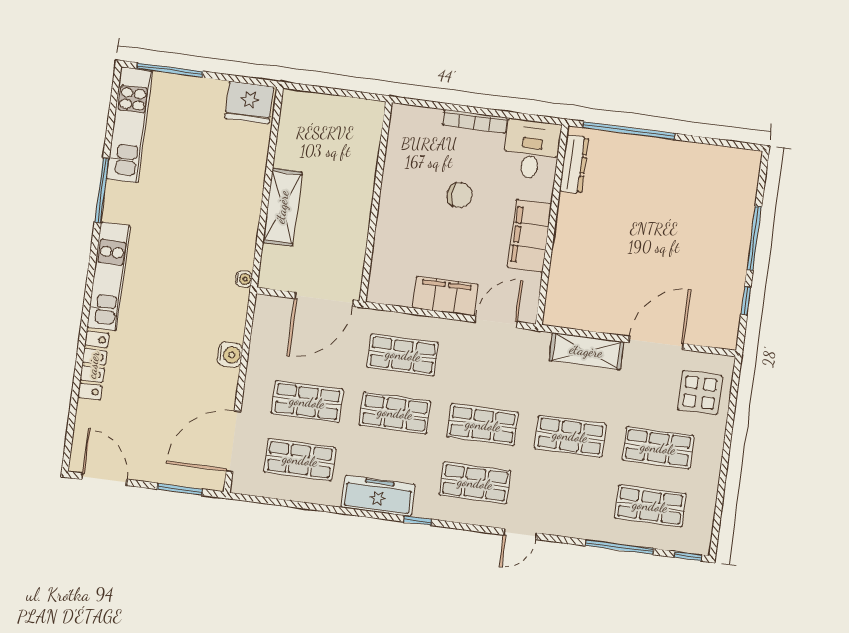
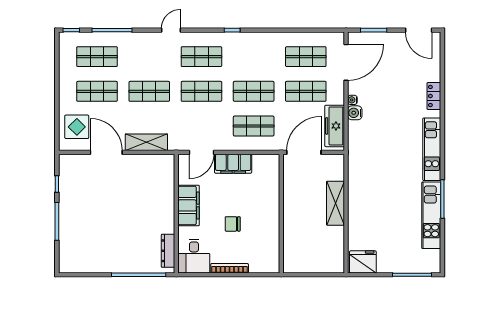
kitchen unit: (130, 125) -> (431, 215), moved
water cooler: (244, 279) -> (352, 100), moved
door: (656, 343) -> (106, 152), swing flipped
locker: (93, 365) -> (434, 96), width x0.66
freezer: (378, 496) -> (335, 126), moved, turned 90

